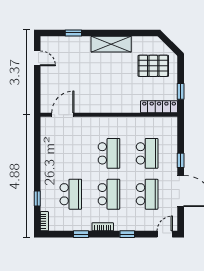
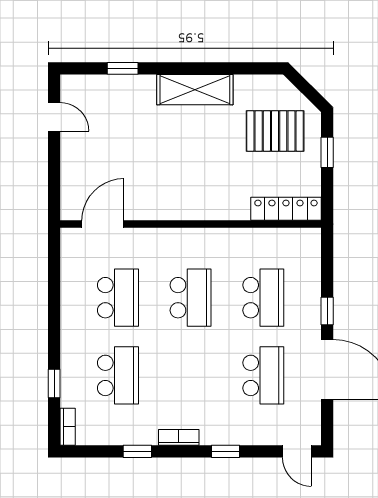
window: (181, 91) -> (327, 152), moved
school desk: (109, 194) -> (118, 298), moved
door: (165, 234) -> (297, 451), swing flipped

